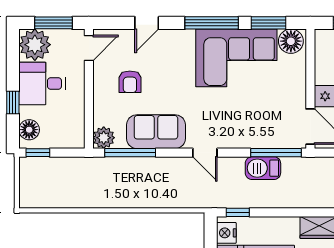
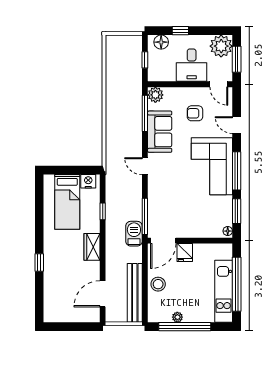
floor lamp: (291, 41) -> (228, 231), width x0.53, depth x0.53
corner sofa: (236, 58) -> (212, 166), moved
desk: (42, 83) -> (192, 65), moved, turned 180
window: (38, 153) -> (145, 60), moved
door: (205, 153) -> (145, 166), hinge flipped
barbecue: (263, 168) -> (134, 234), moved
window: (238, 212) -> (103, 211), moved

